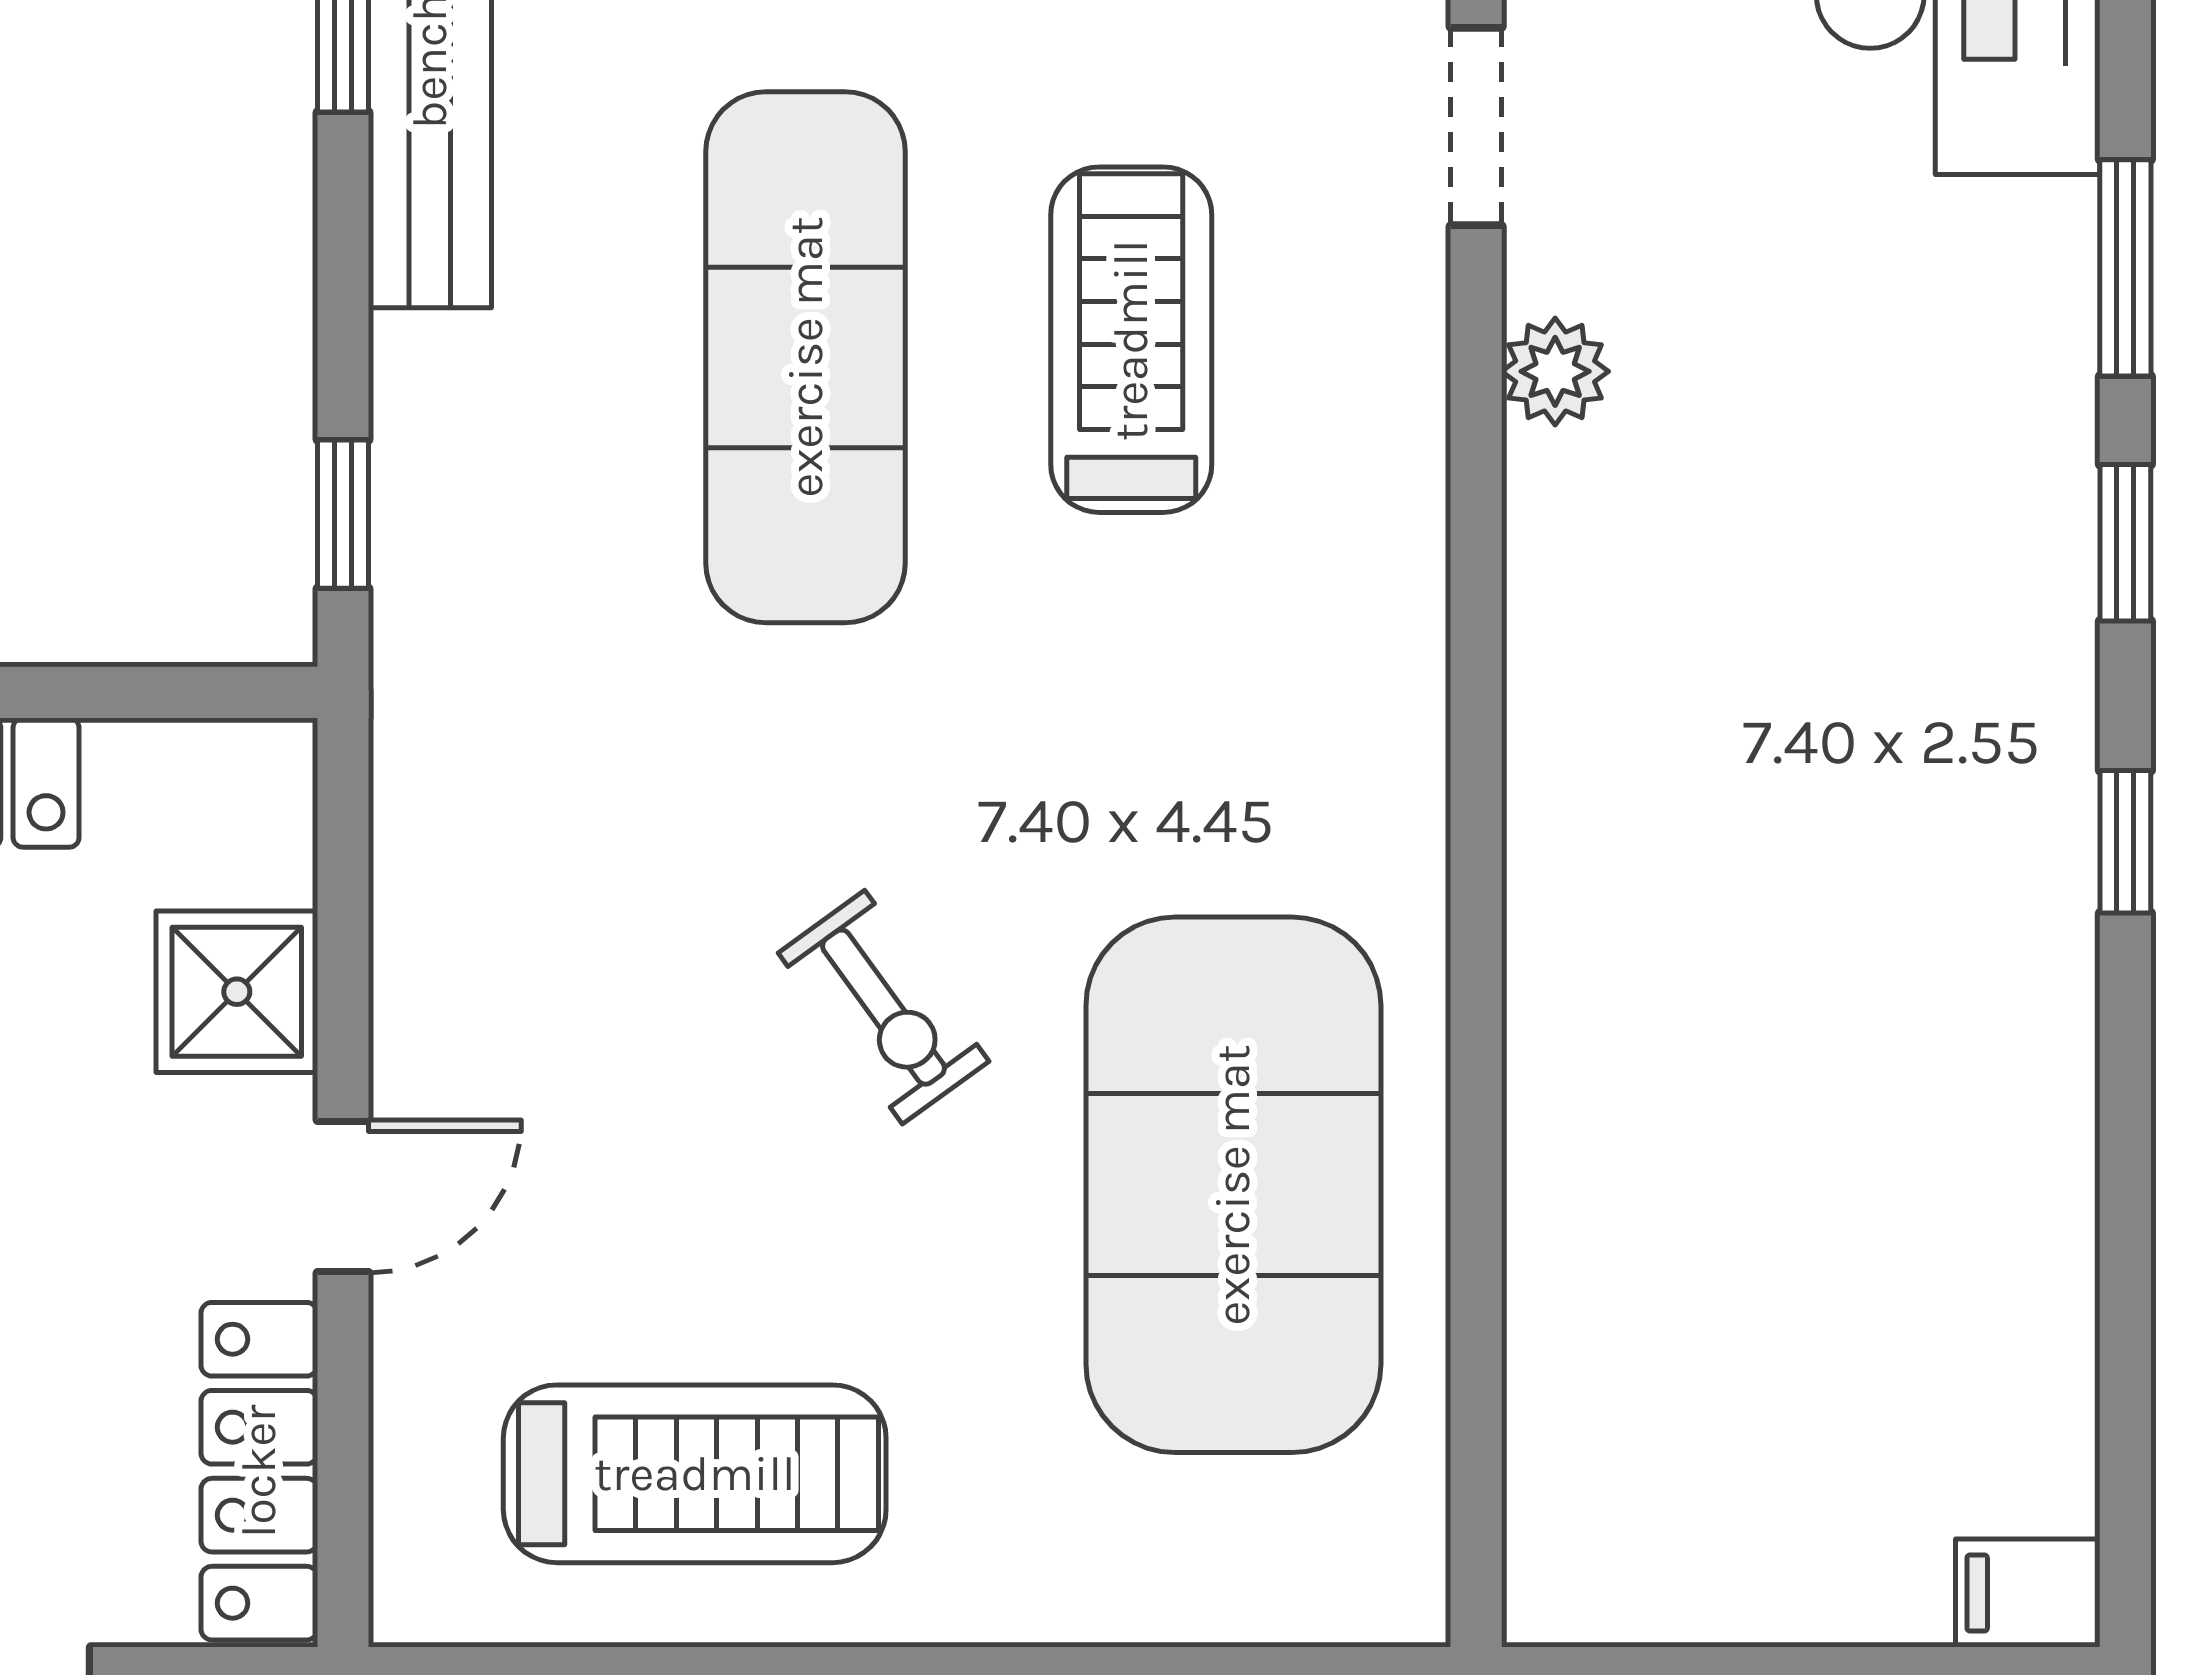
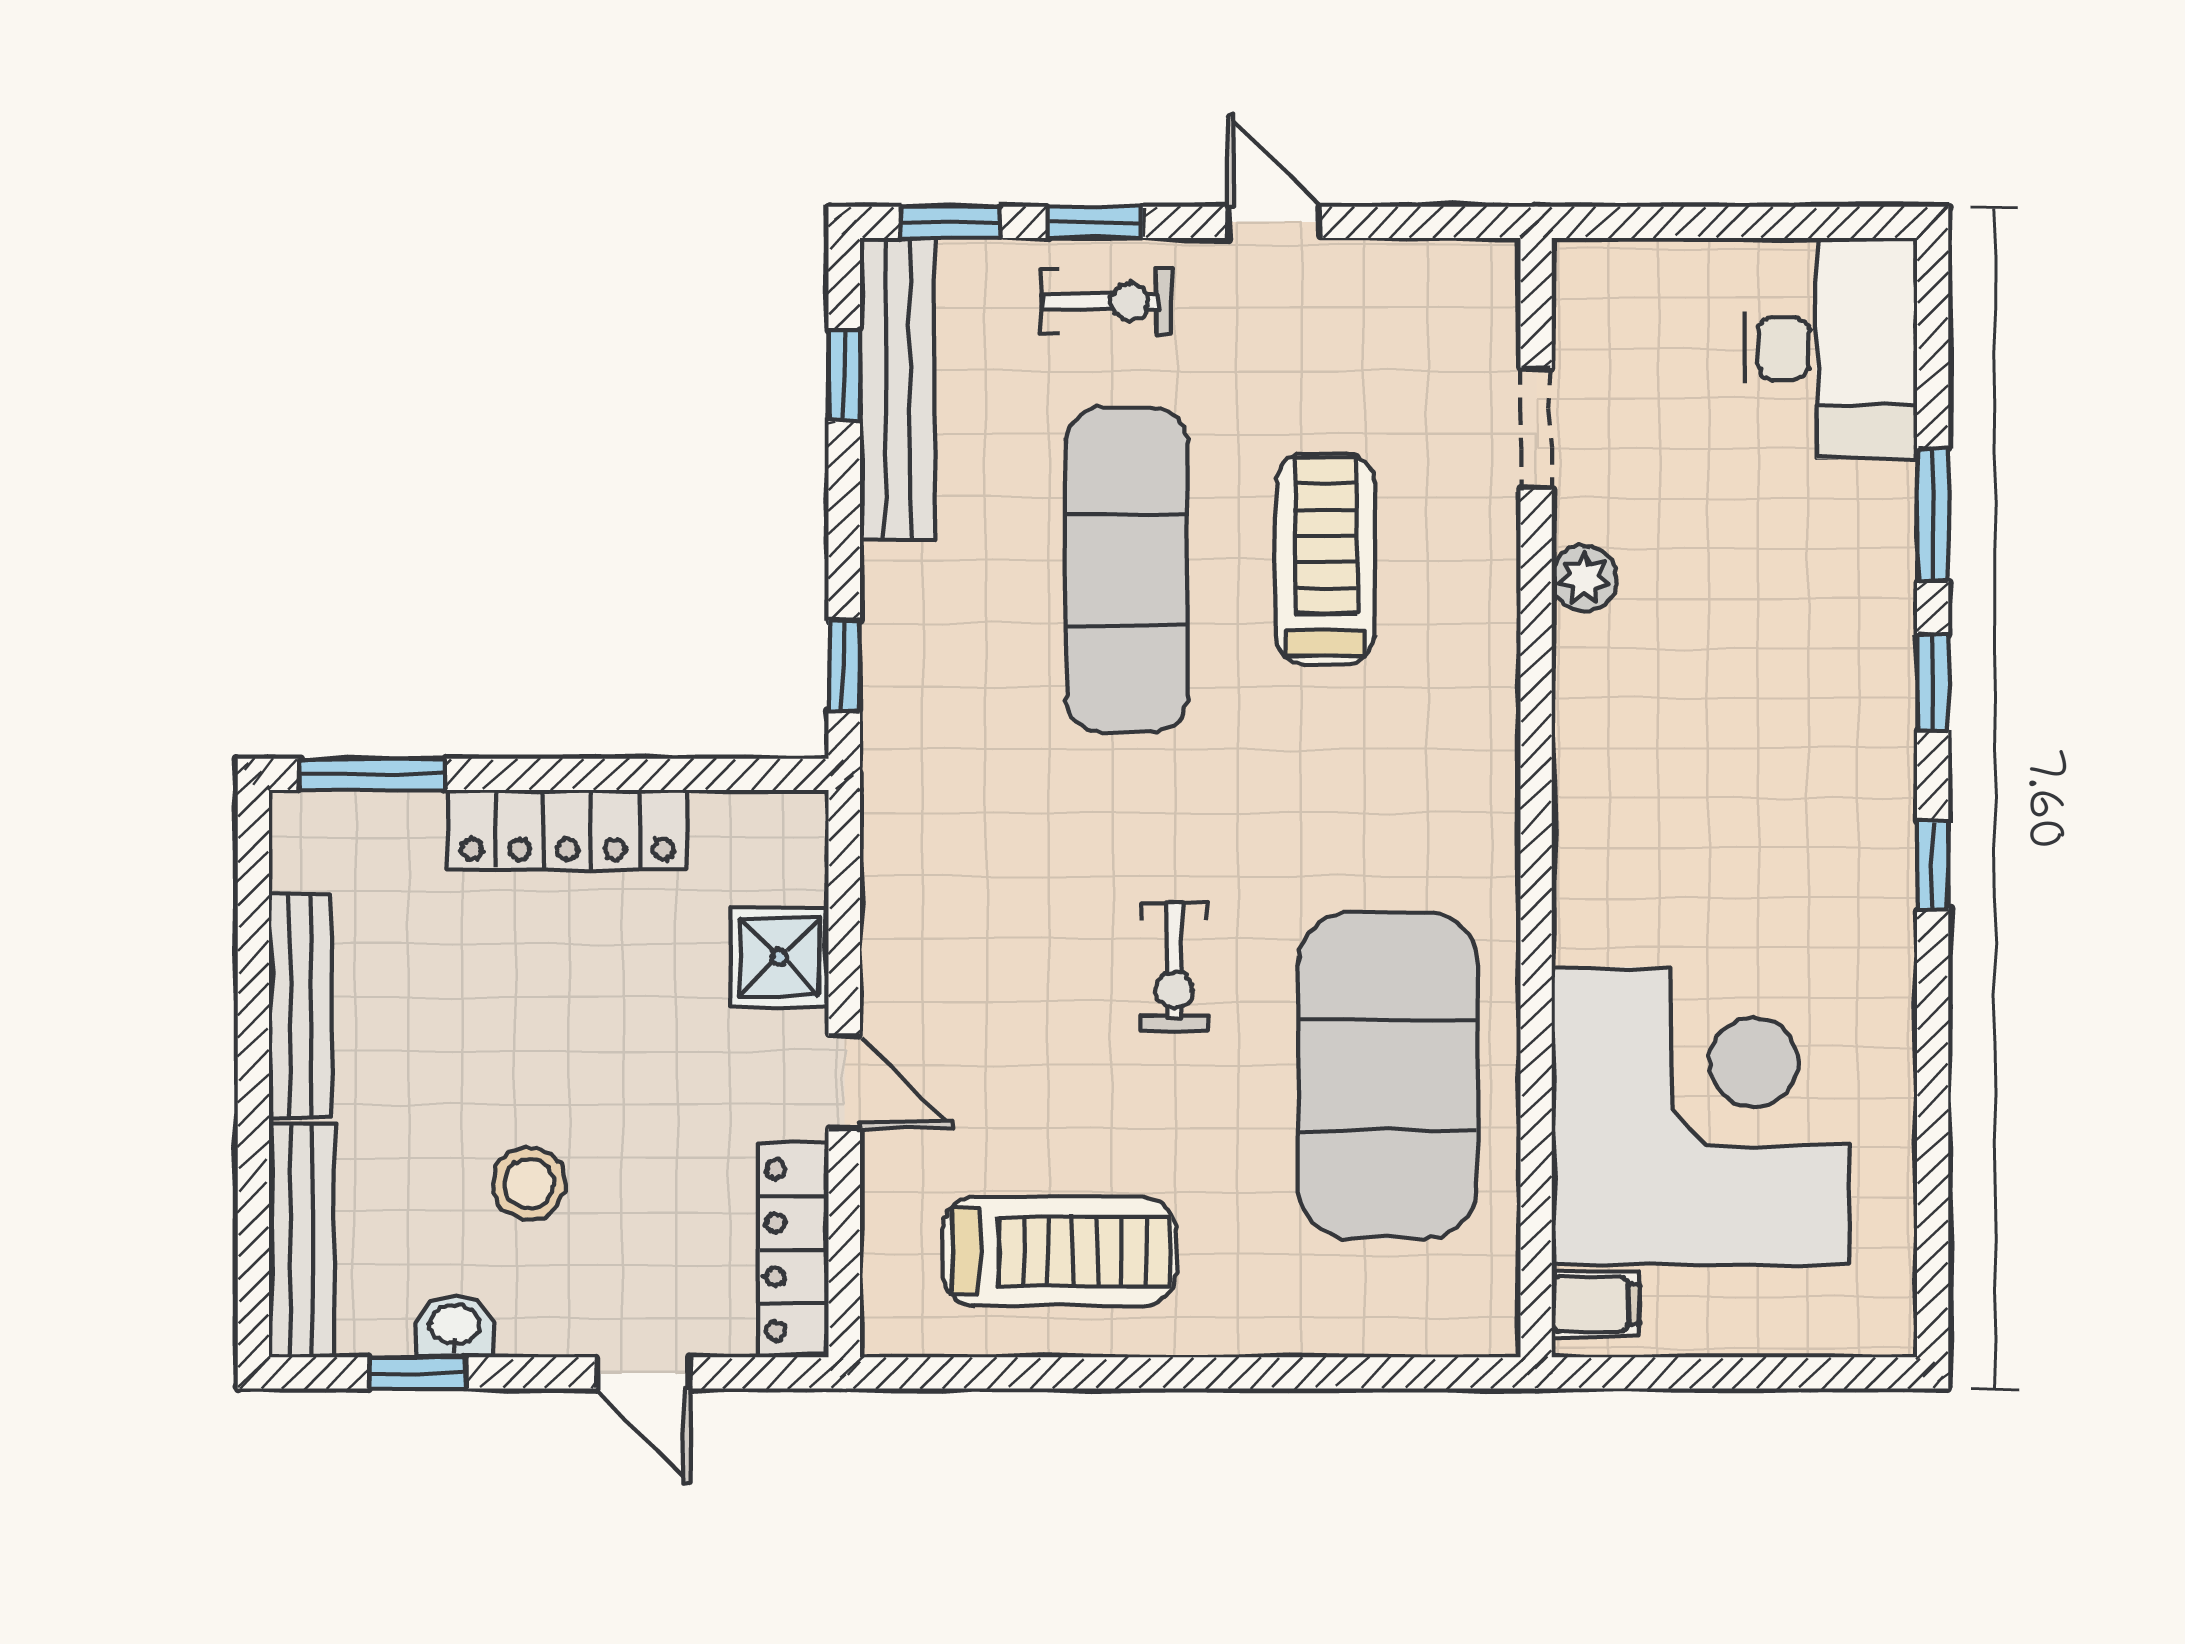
exercise bike: (884, 1007) -> (1174, 967), turned 36
door: (343, 1196) -> (844, 1082), hinge flipped
corner desk: (1745, 1252) -> (1700, 1116), added
filing cabinet: (2028, 1593) -> (1596, 1304), moved, turned 180

